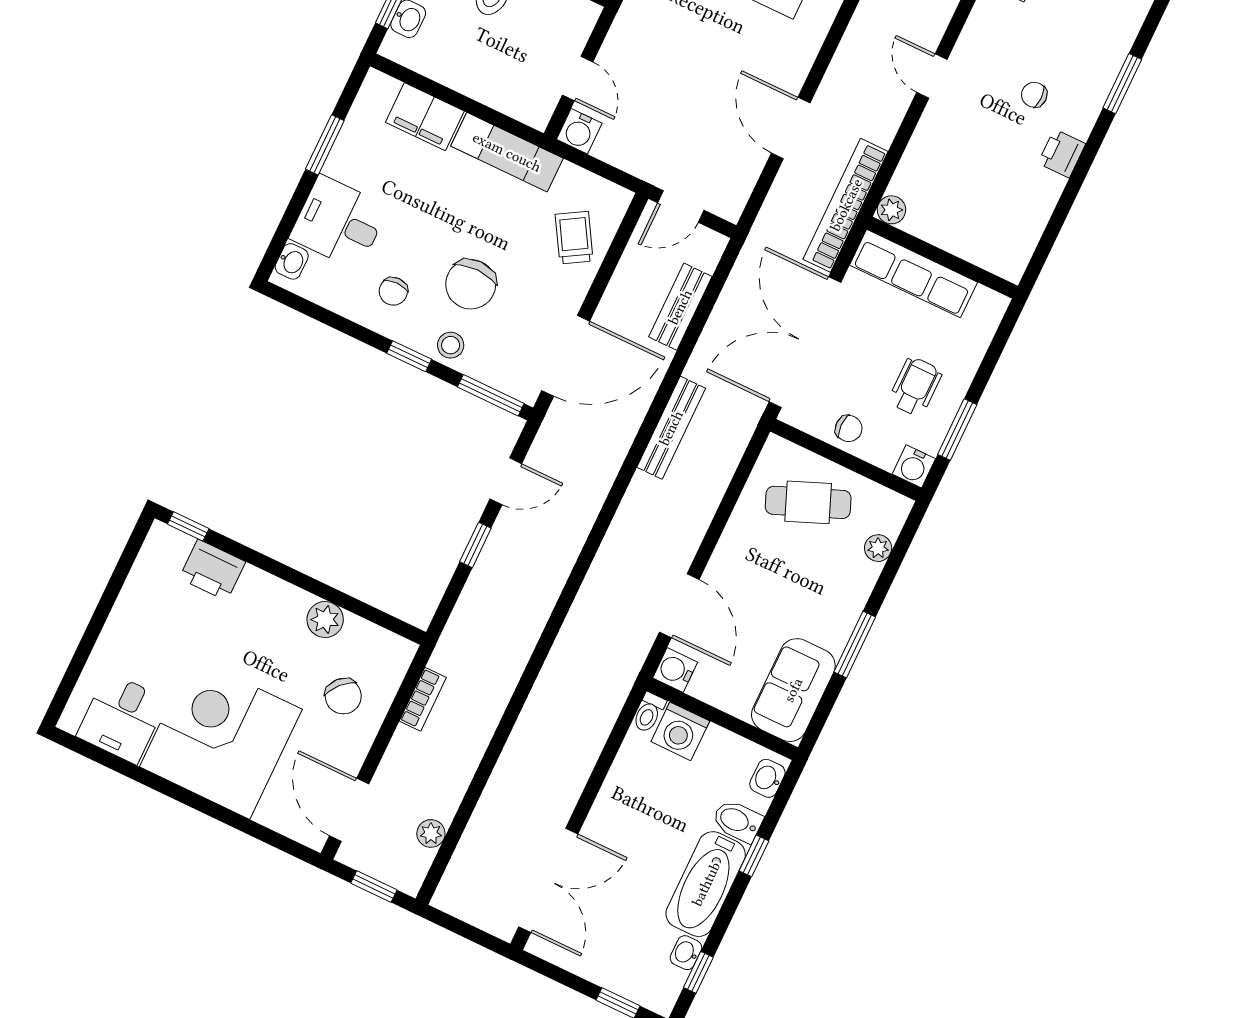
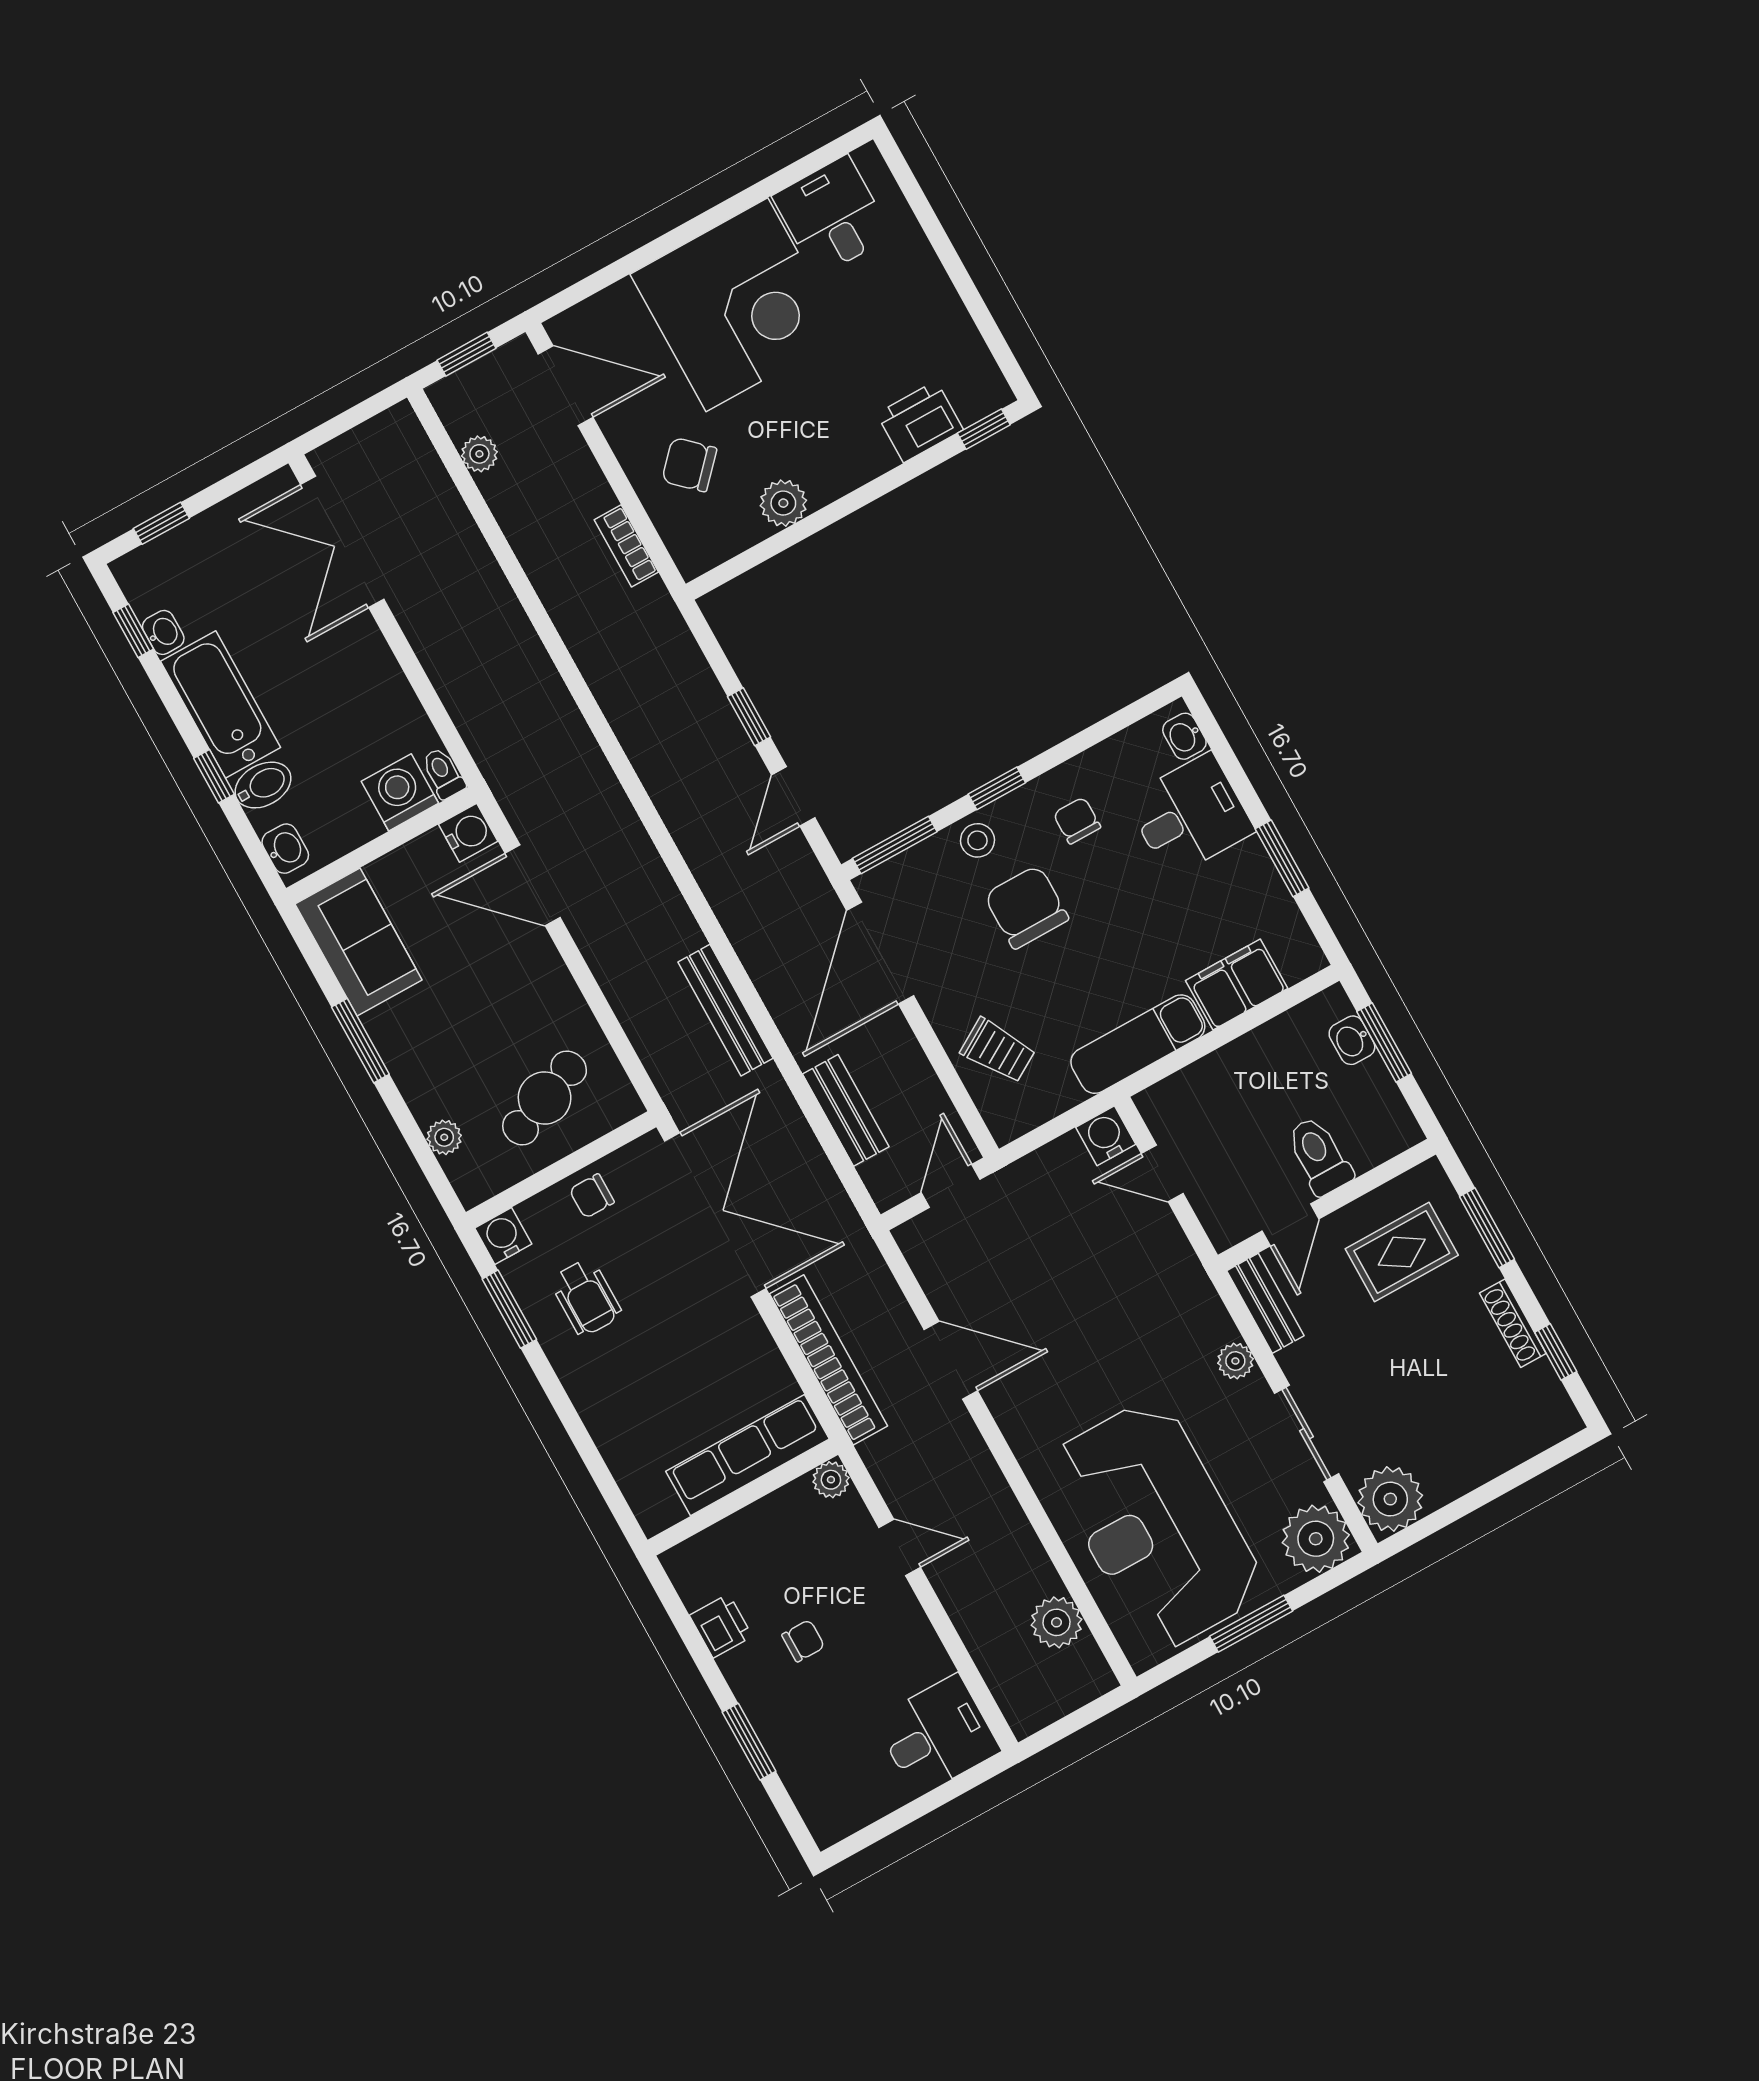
plant: (891, 210) -> (831, 1480), moved
wall: (942, 258) -> (743, 1497), moved
row of seats: (914, 274) -> (748, 1455), moved

